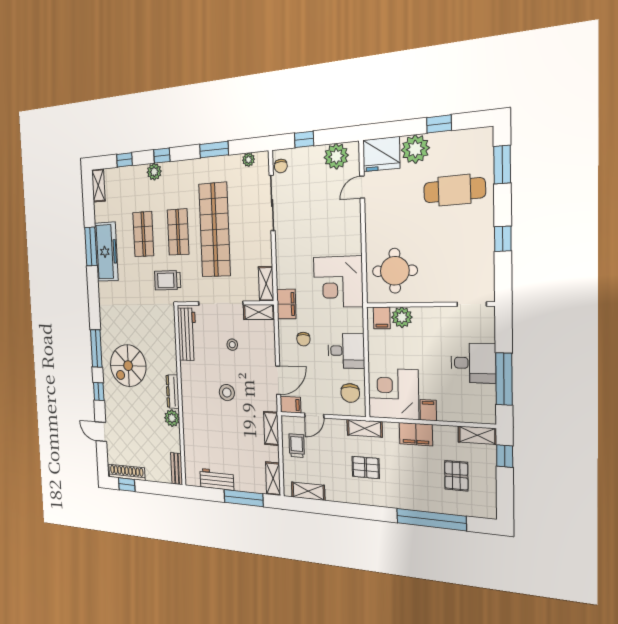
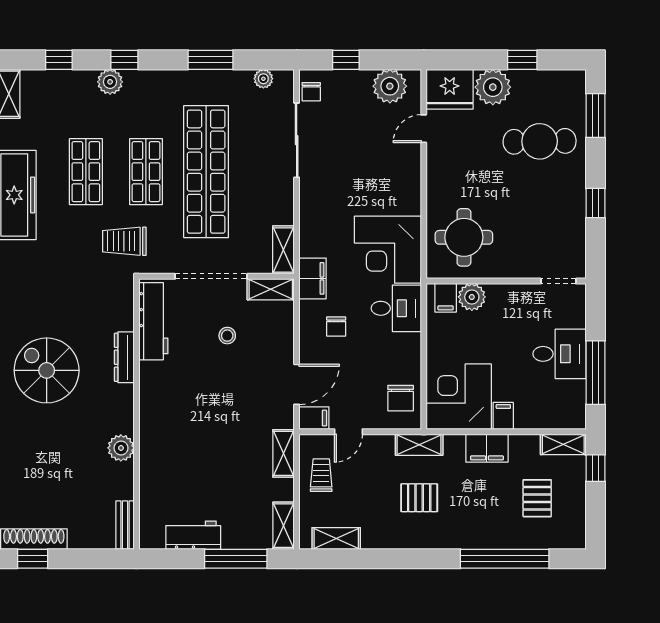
desk: (346, 351) -> (396, 308), moved
spiral stairs: (128, 366) -> (47, 370), turned 90
dresser: (173, 391) -> (124, 357), moved
stool: (227, 393) -> (215, 405), removed

